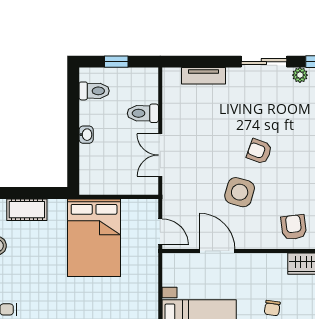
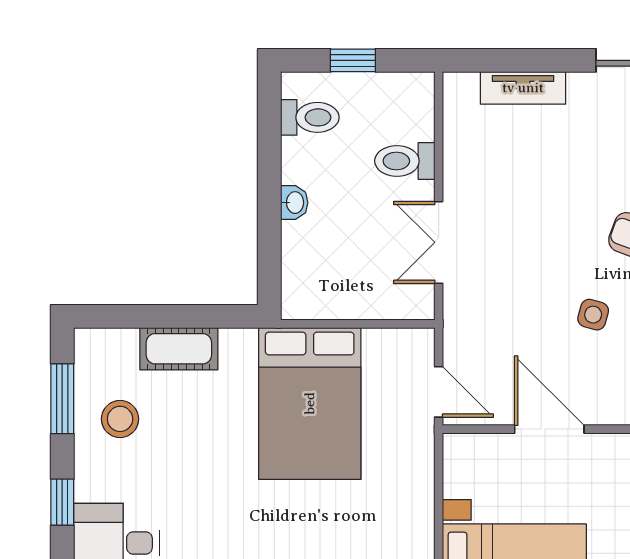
side table: (240, 192) -> (593, 315), width x0.54, depth x0.54

